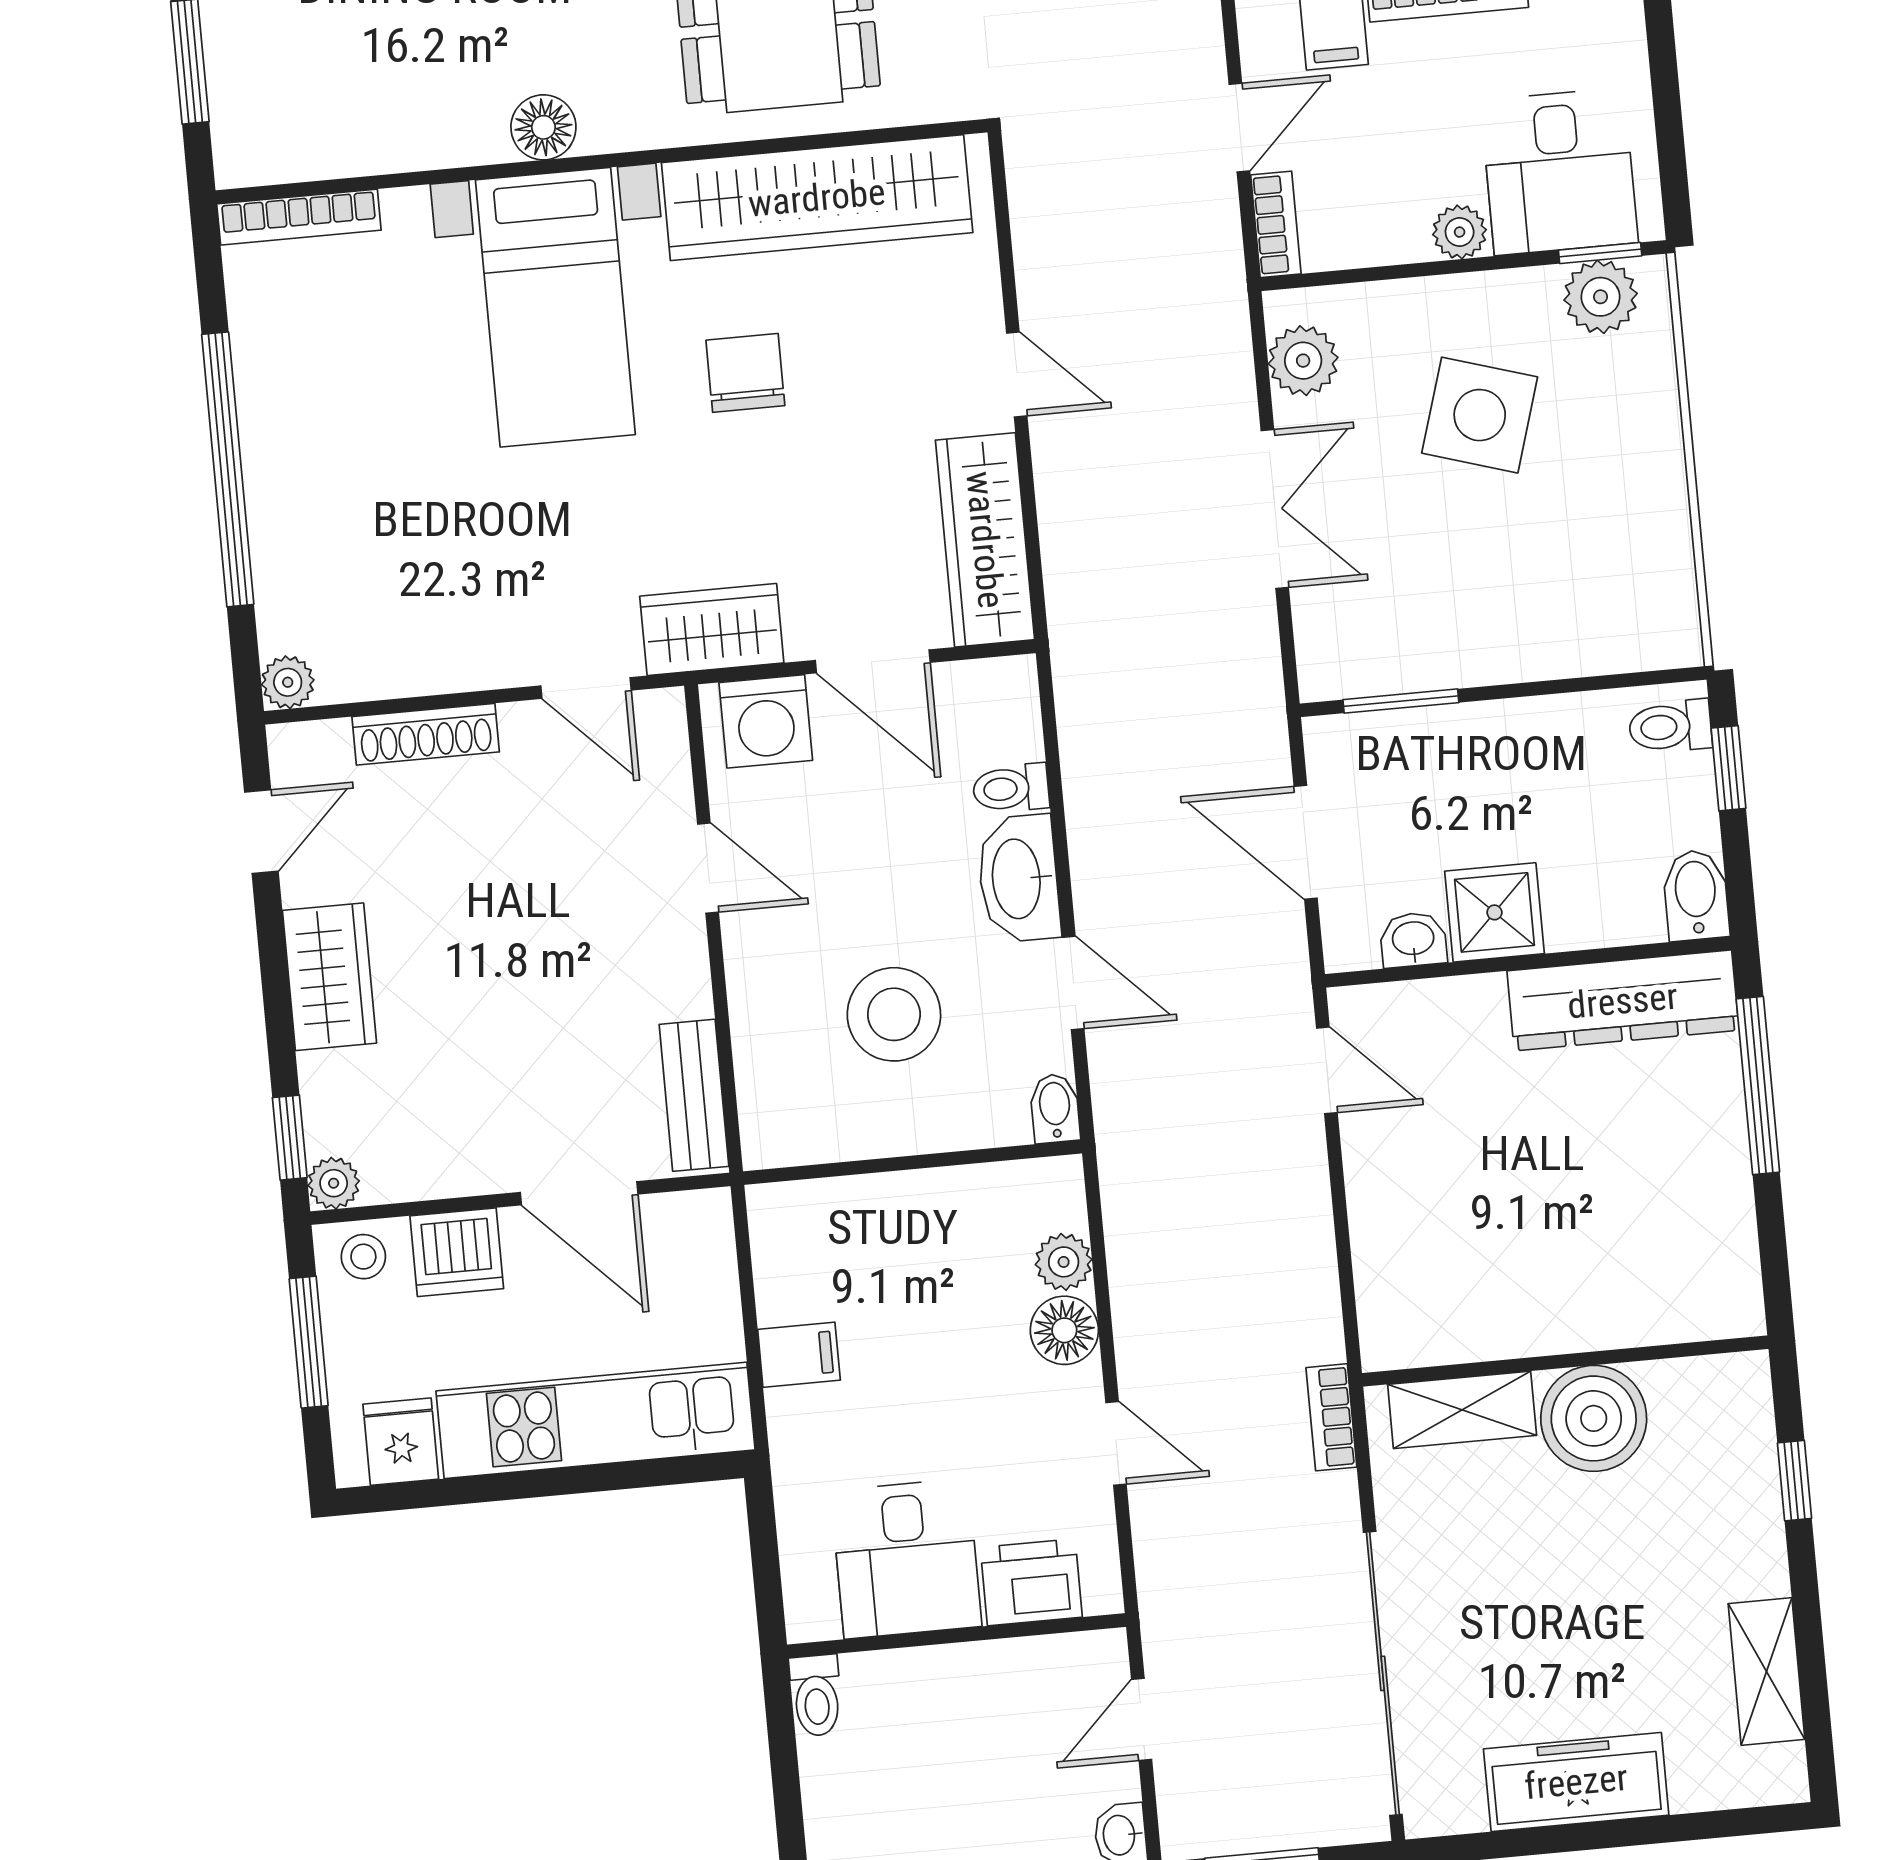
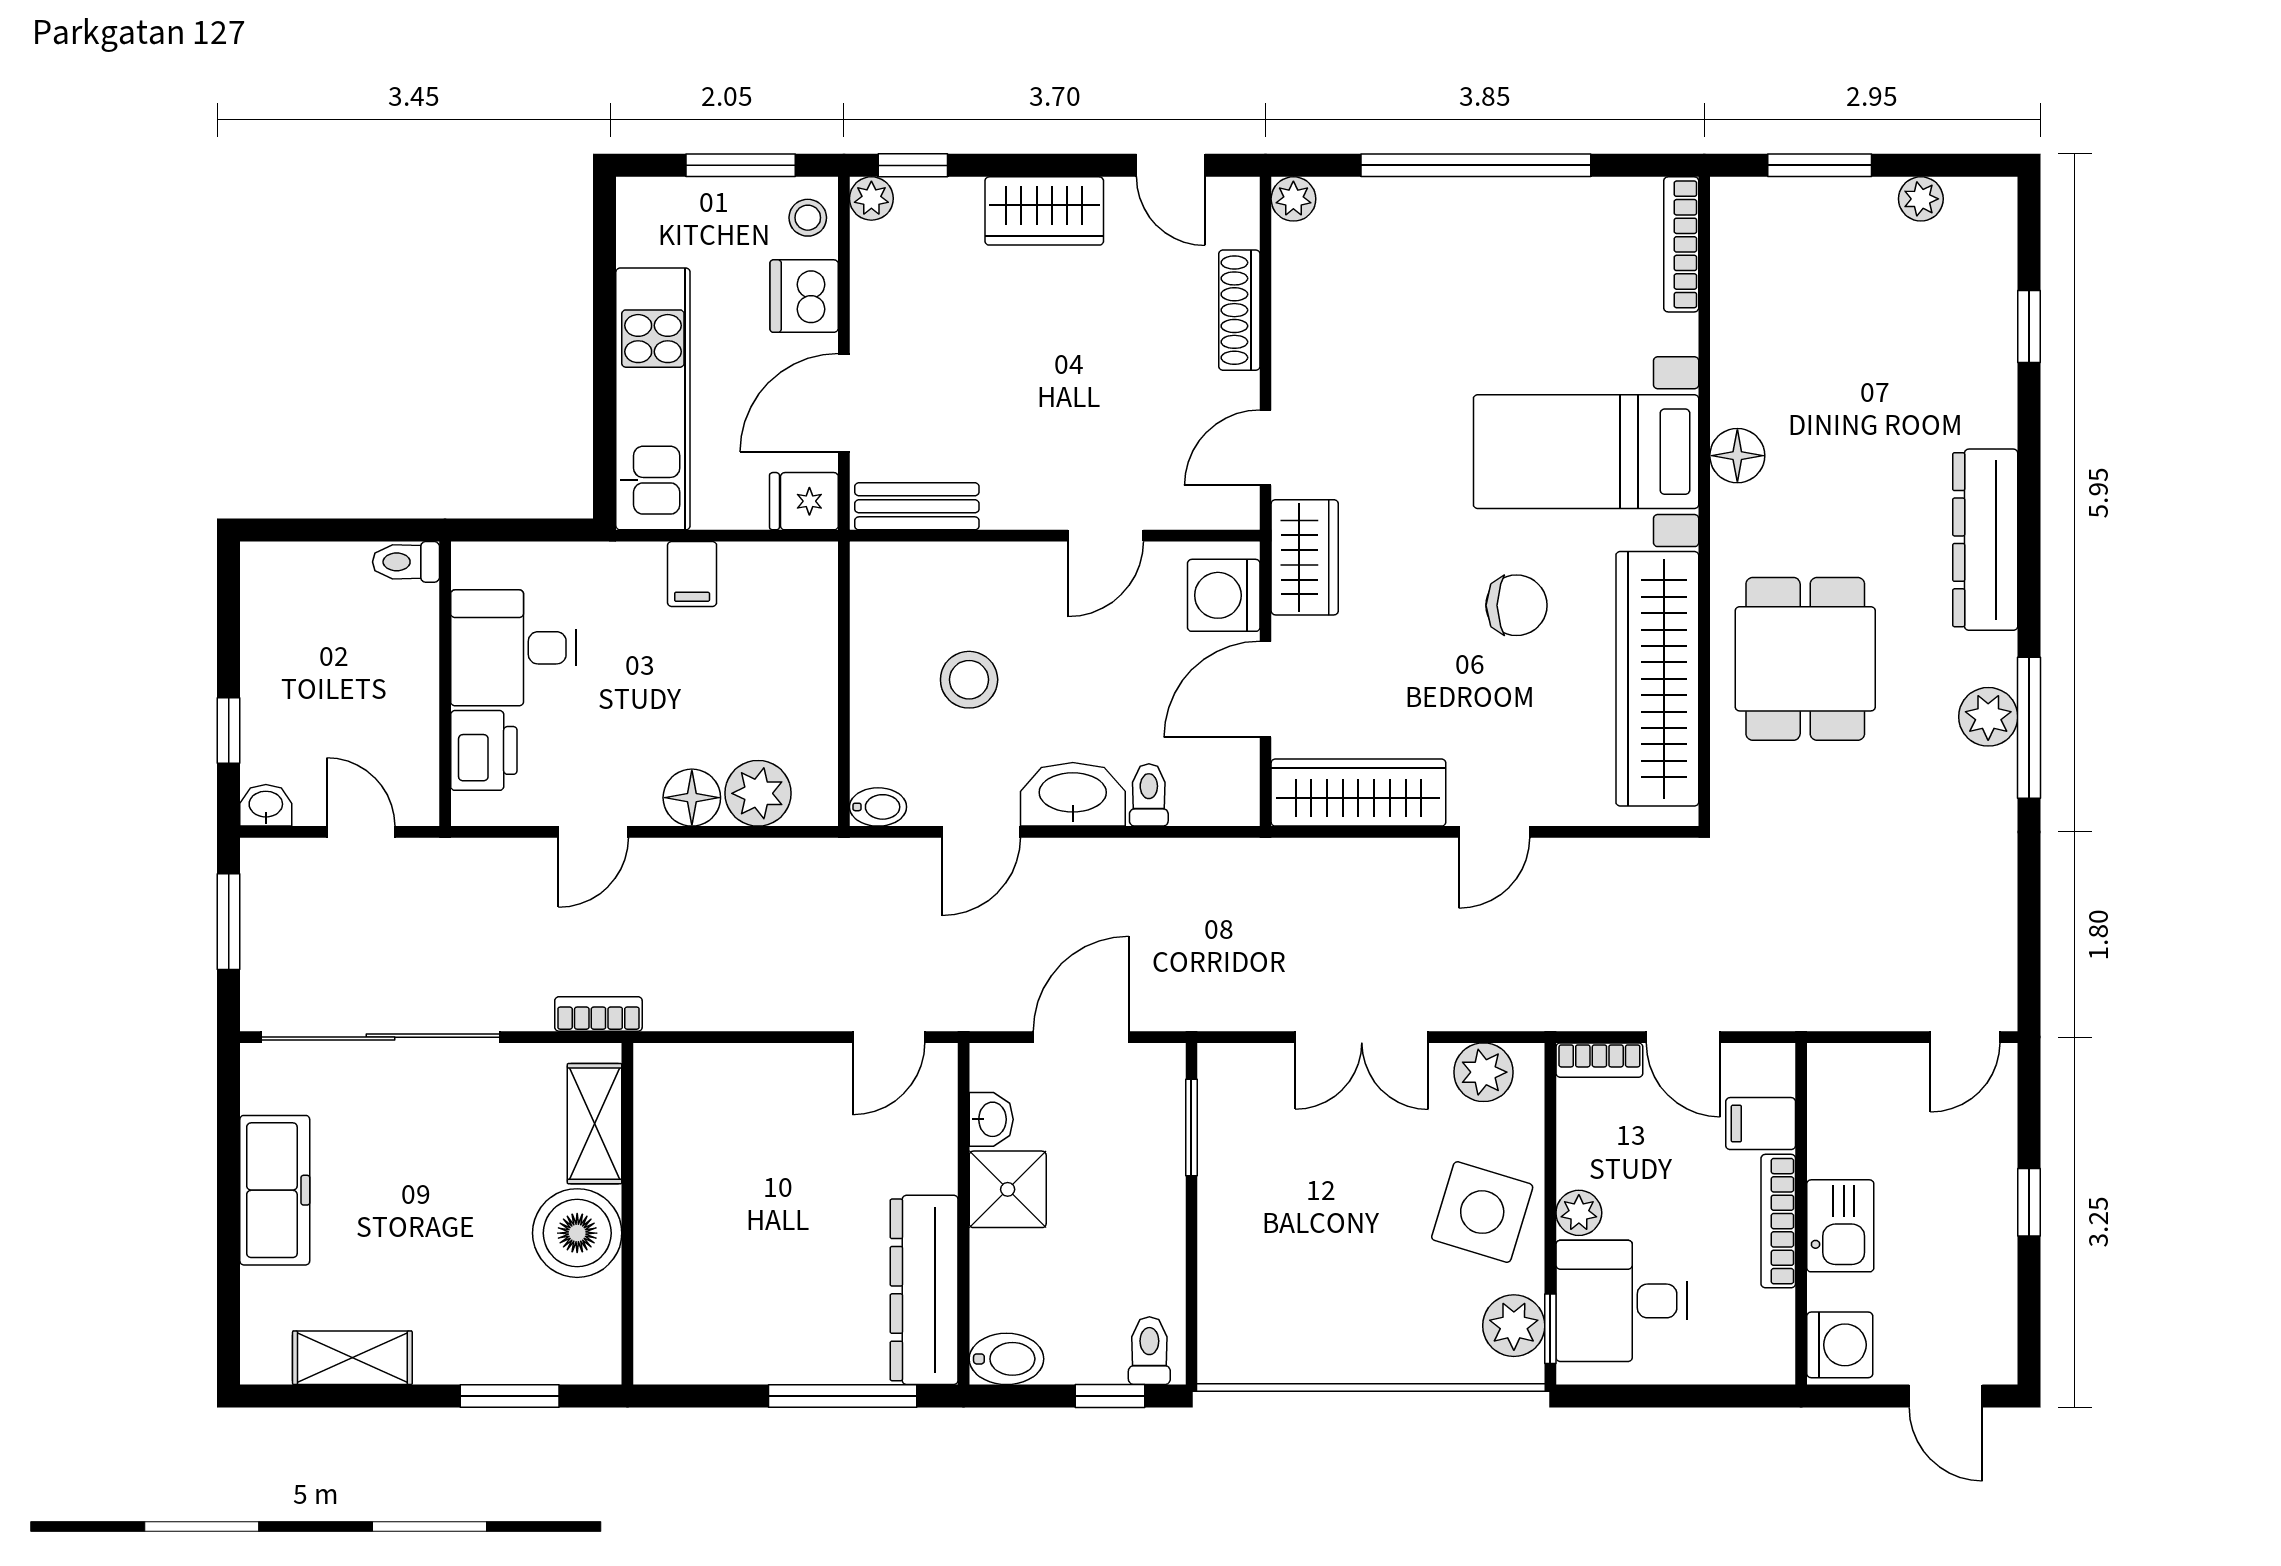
side table: (1480, 415) -> (1482, 1212), moved
stool: (894, 1014) -> (969, 680), width x0.73, depth x0.73
plant: (1064, 1262) -> (758, 793), width x1.38, depth x1.38
fridge: (401, 1442) -> (804, 501), moved, turned 180
window: (1795, 1481) -> (510, 1396), width x1.50

